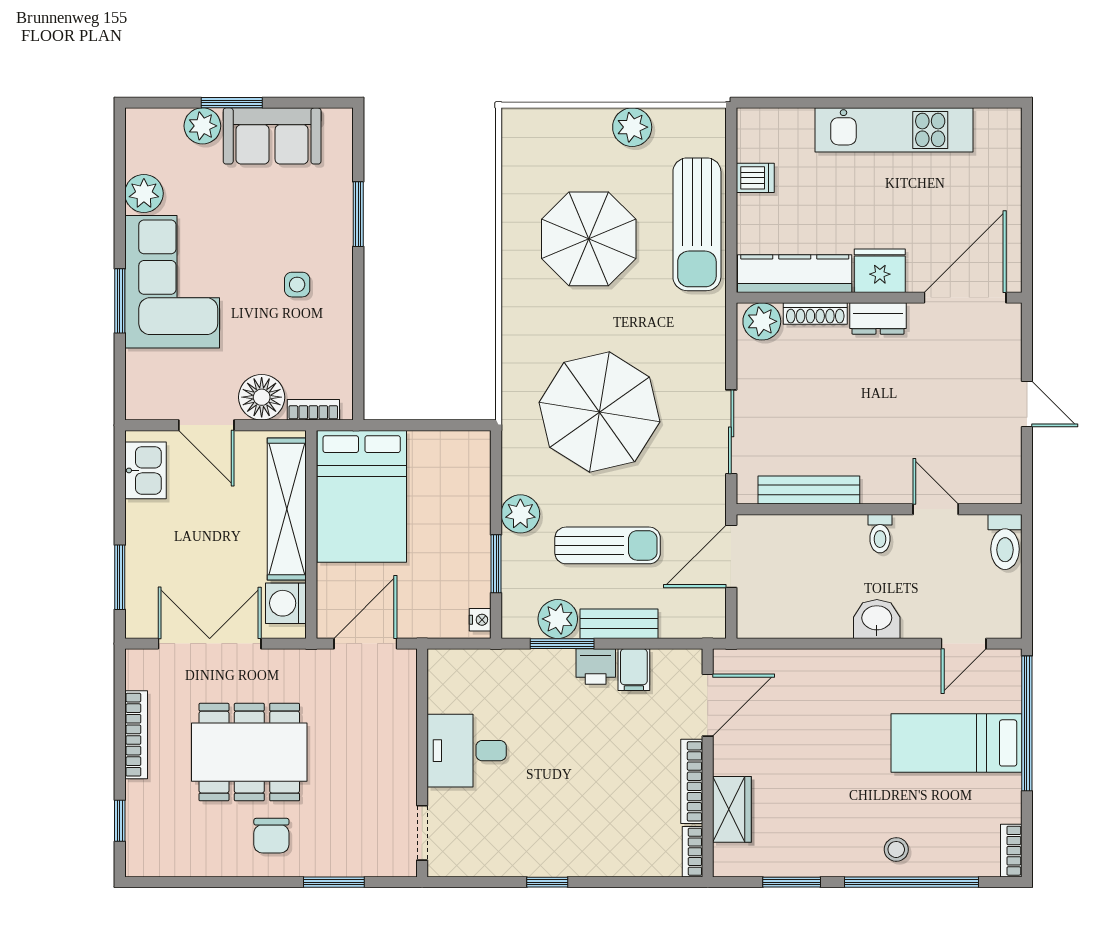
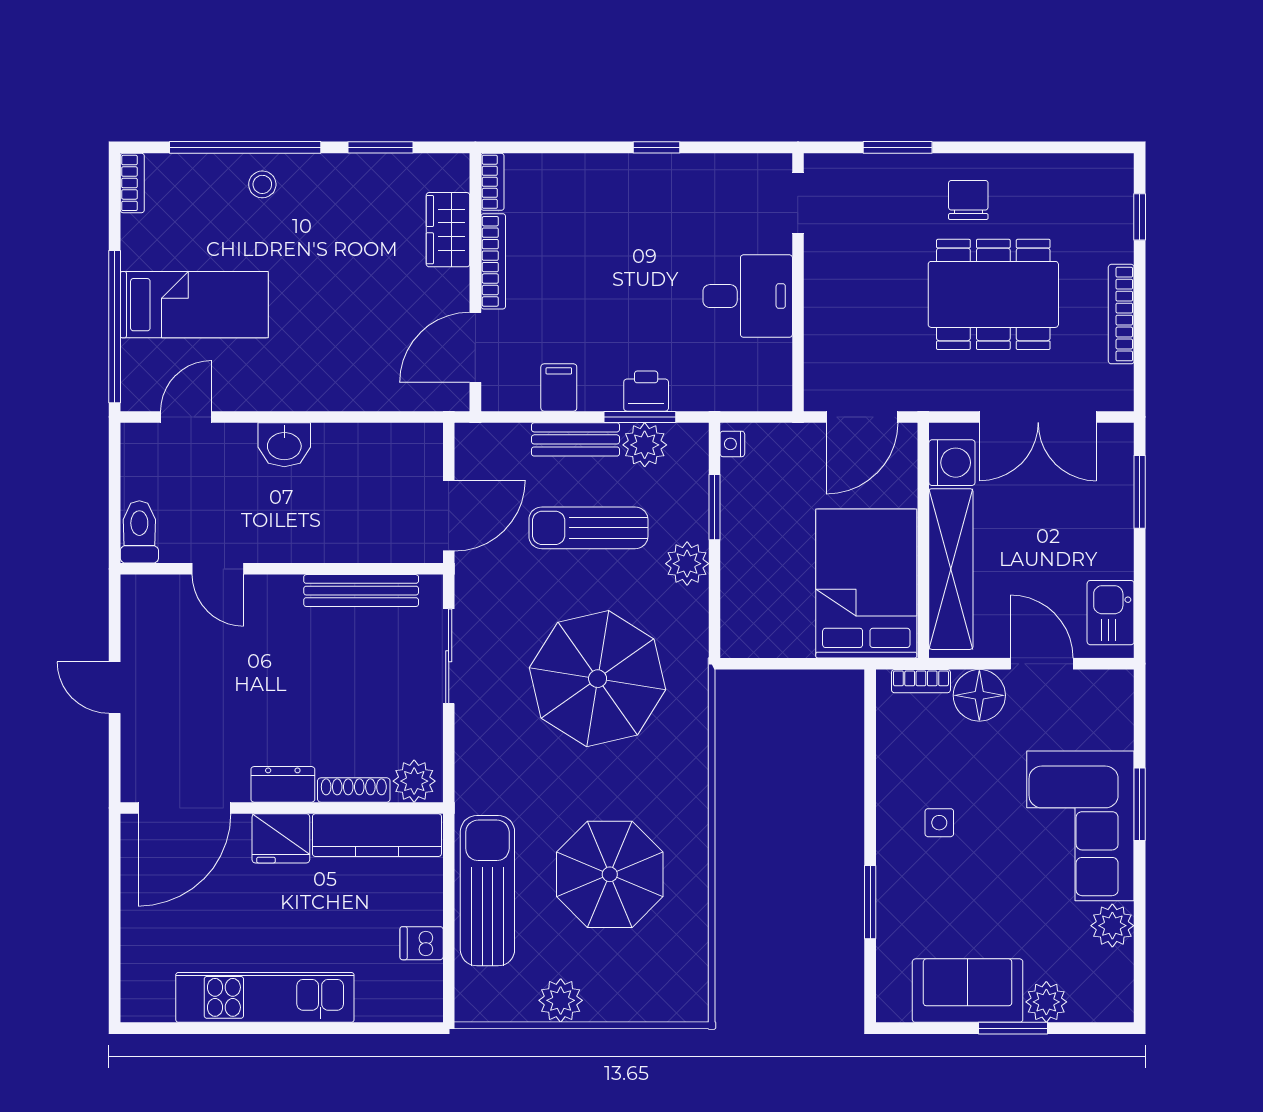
toilet: (880, 534) -> (281, 541), removed
printer: (596, 667) -> (646, 391), moved

